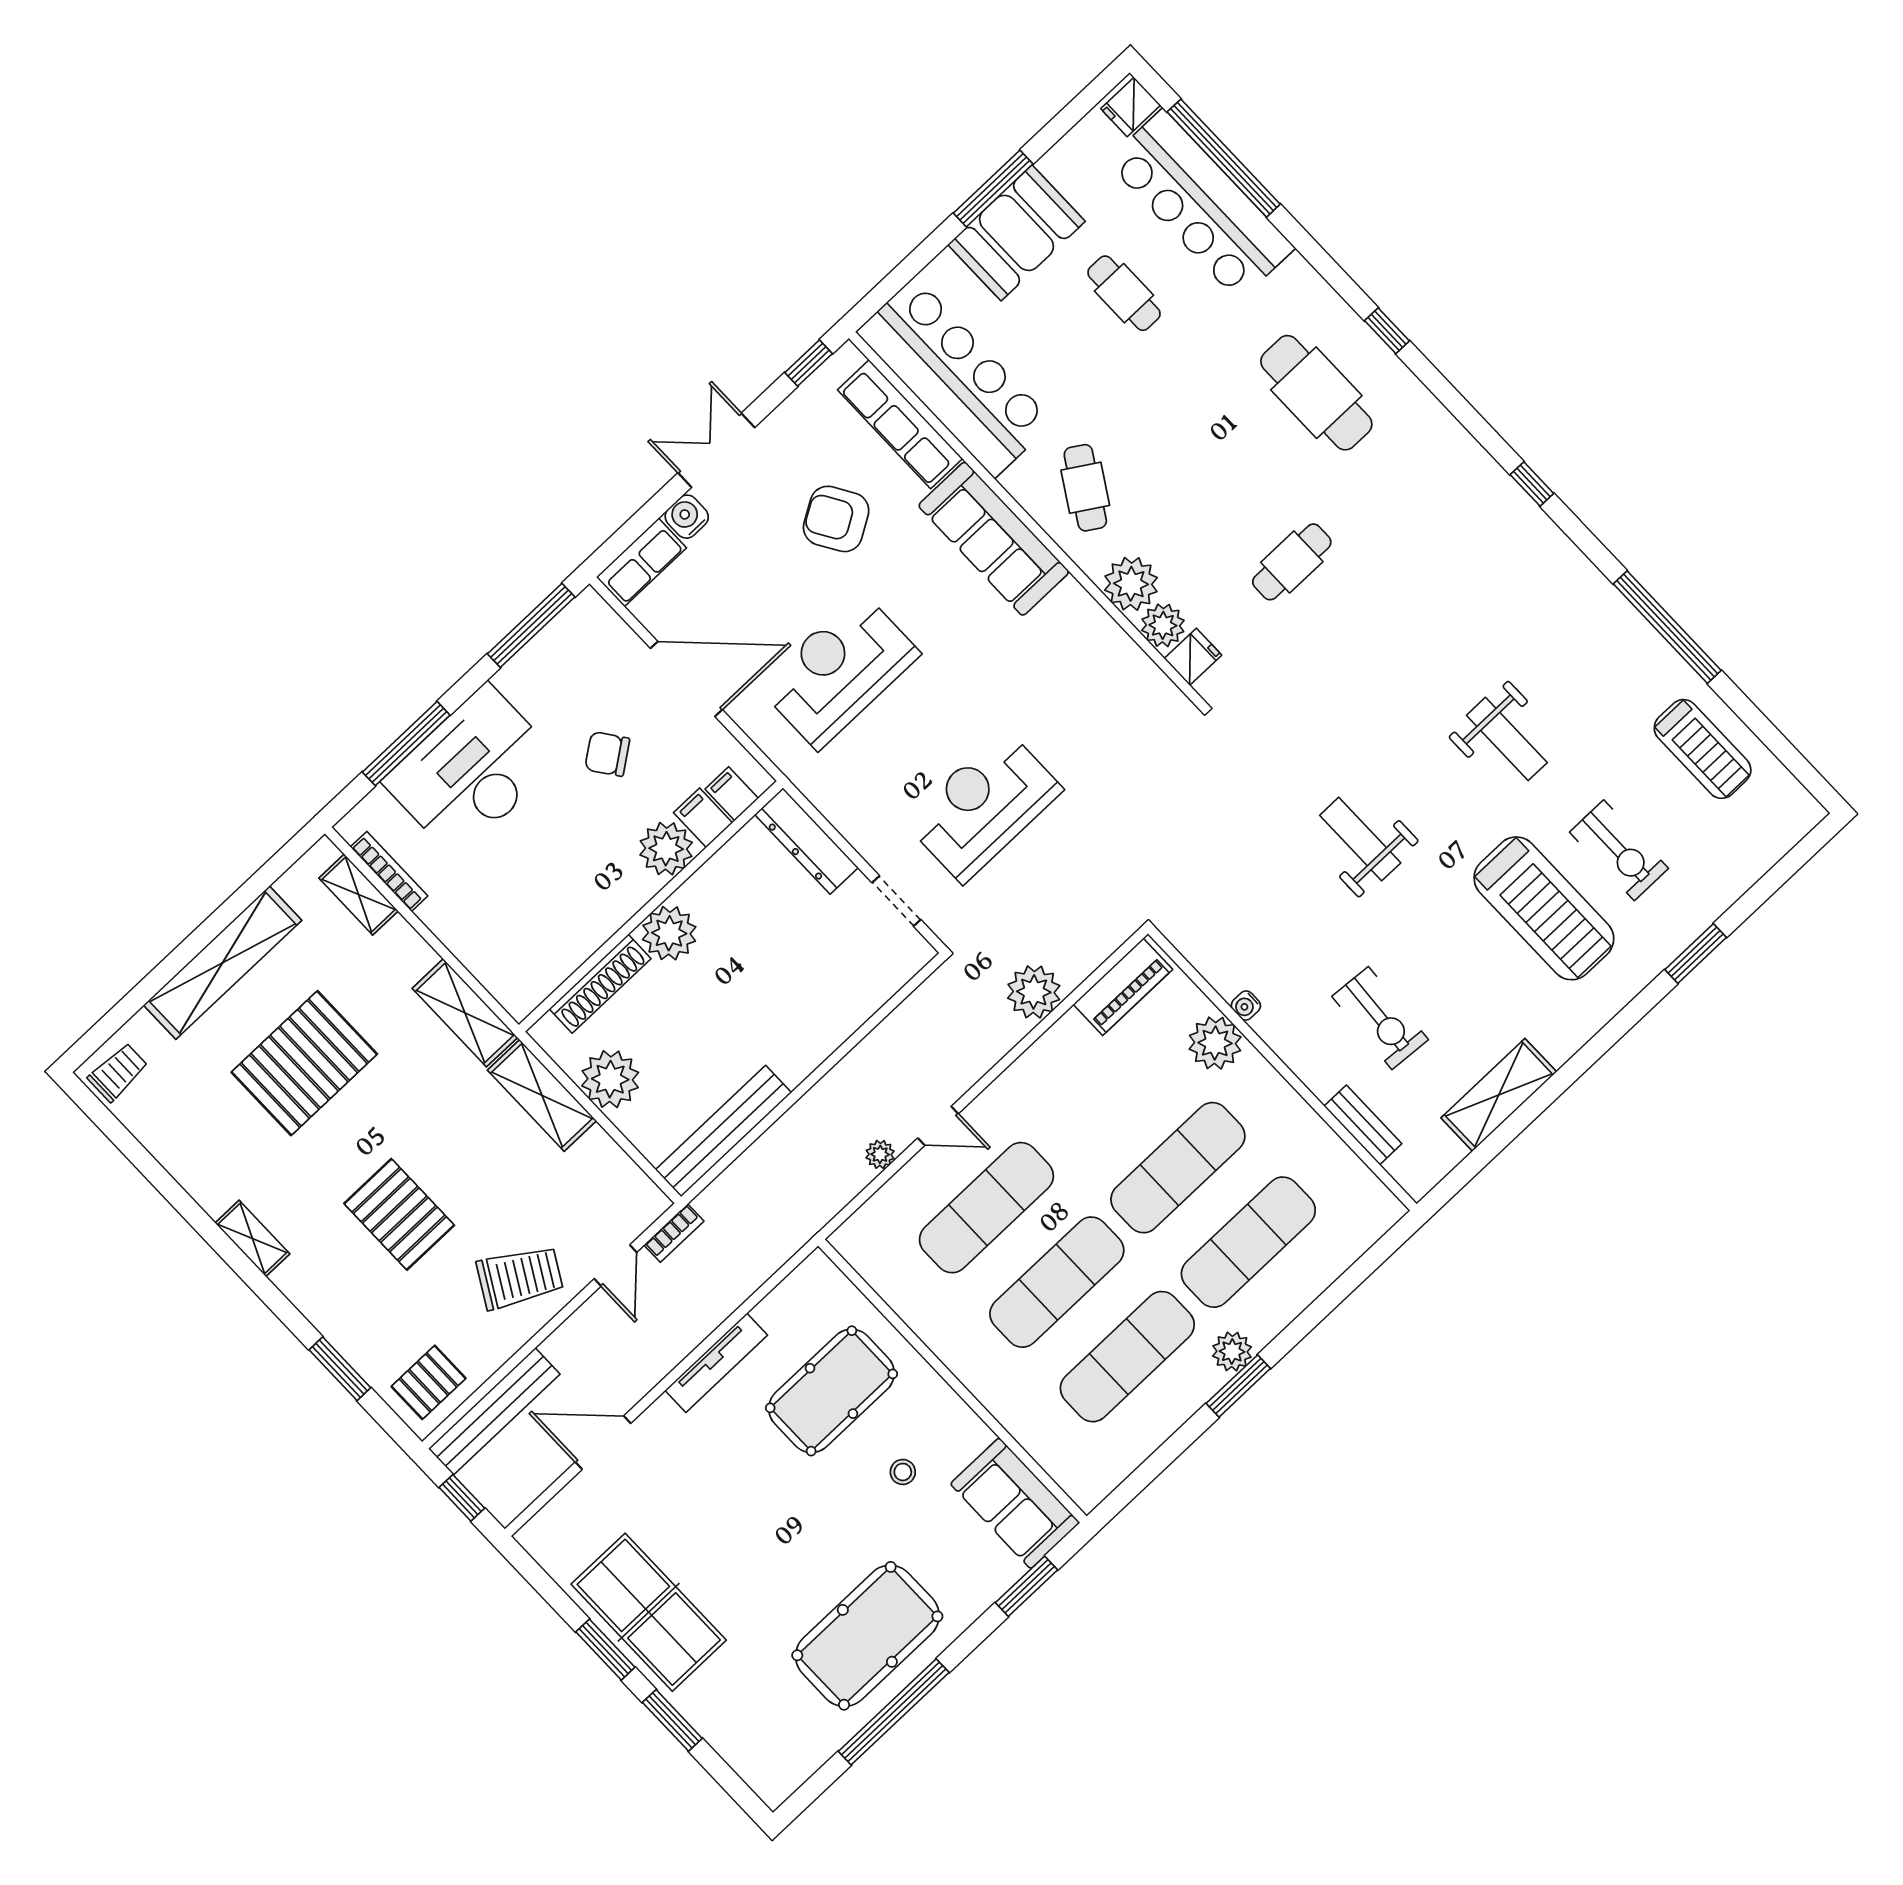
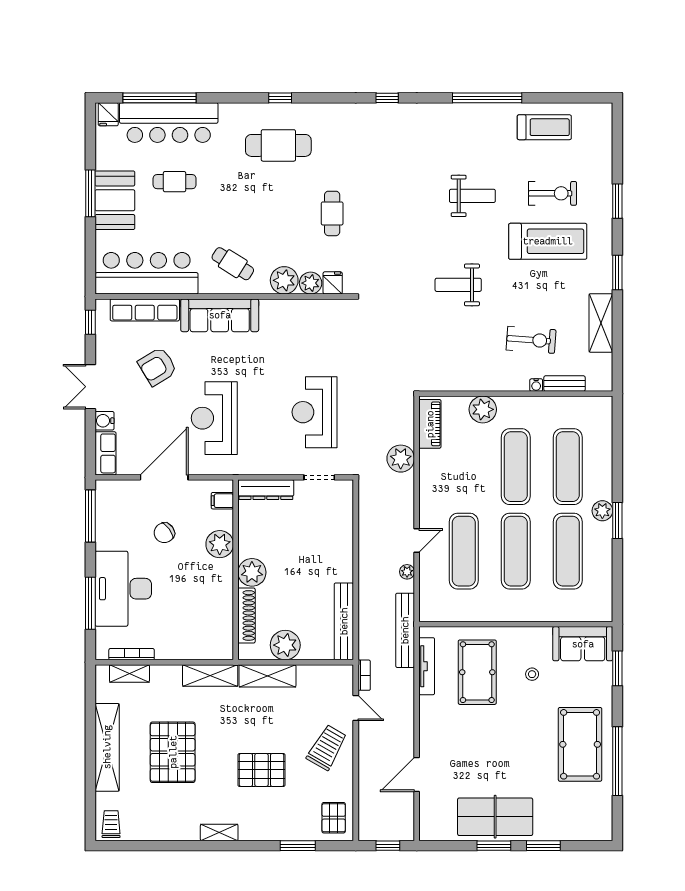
filing cabinet: (703, 818) -> (221, 520), removed
water cooler: (1246, 1005) -> (536, 385), moved
window: (1593, 1050) -> (617, 273), added
tv unit: (716, 1363) -> (427, 666), moved
bench: (494, 1411) -> (405, 630), moved

